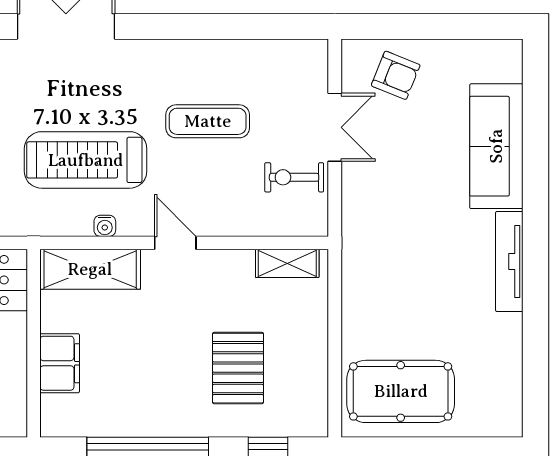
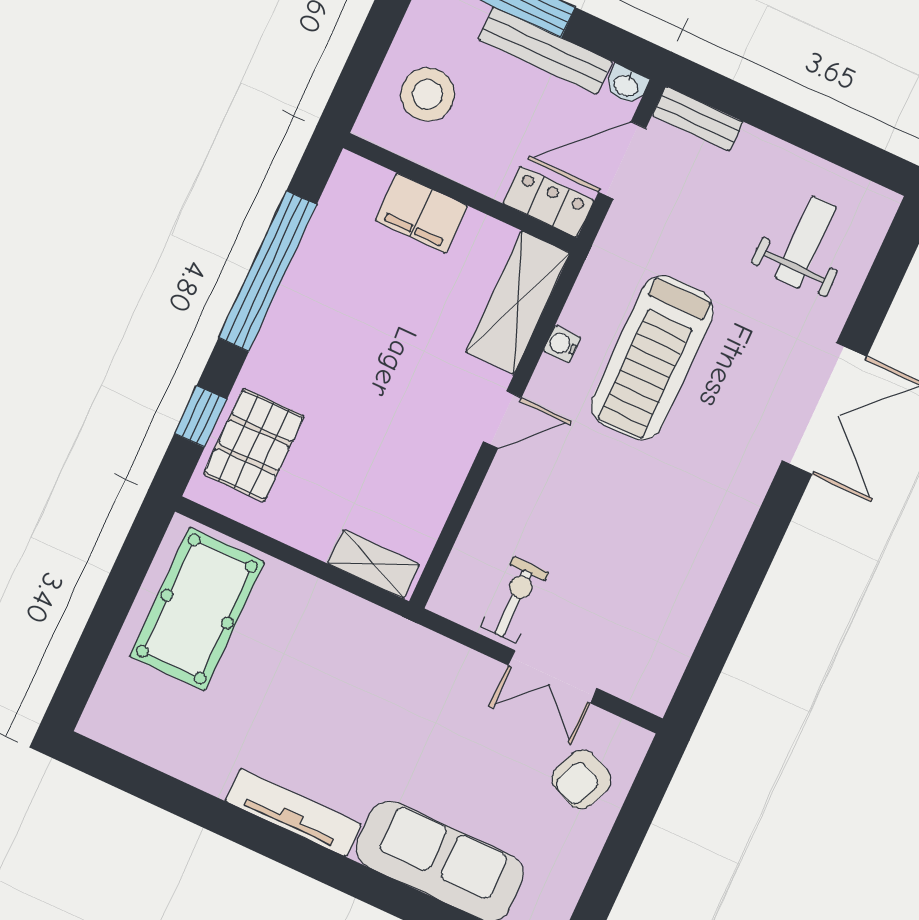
exercise mat: (208, 121) -> (631, 527), removed
treadmill: (86, 160) -> (652, 358), turned 180
shelving: (287, 263) -> (374, 564), moved, turned 90
pallet: (238, 368) -> (254, 445), moved, turned 90

